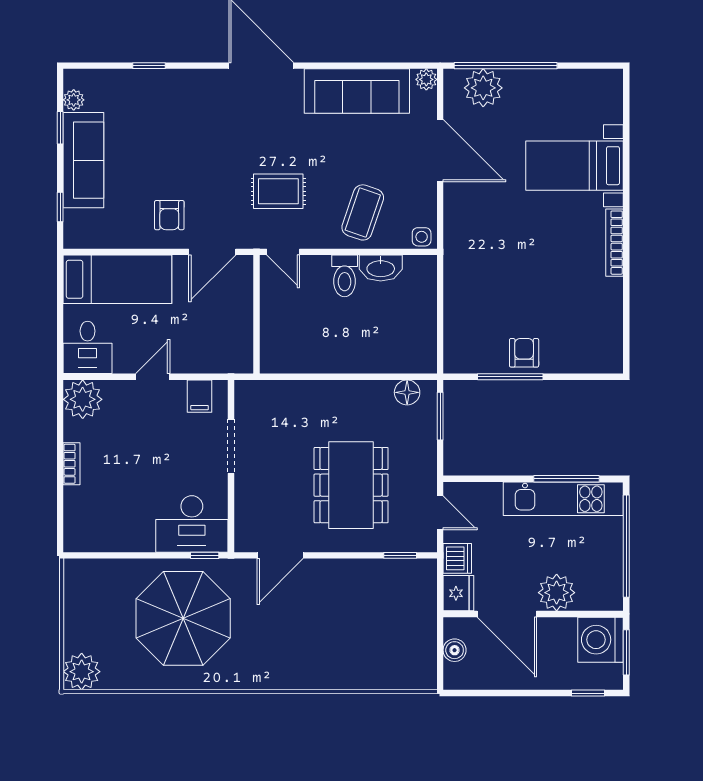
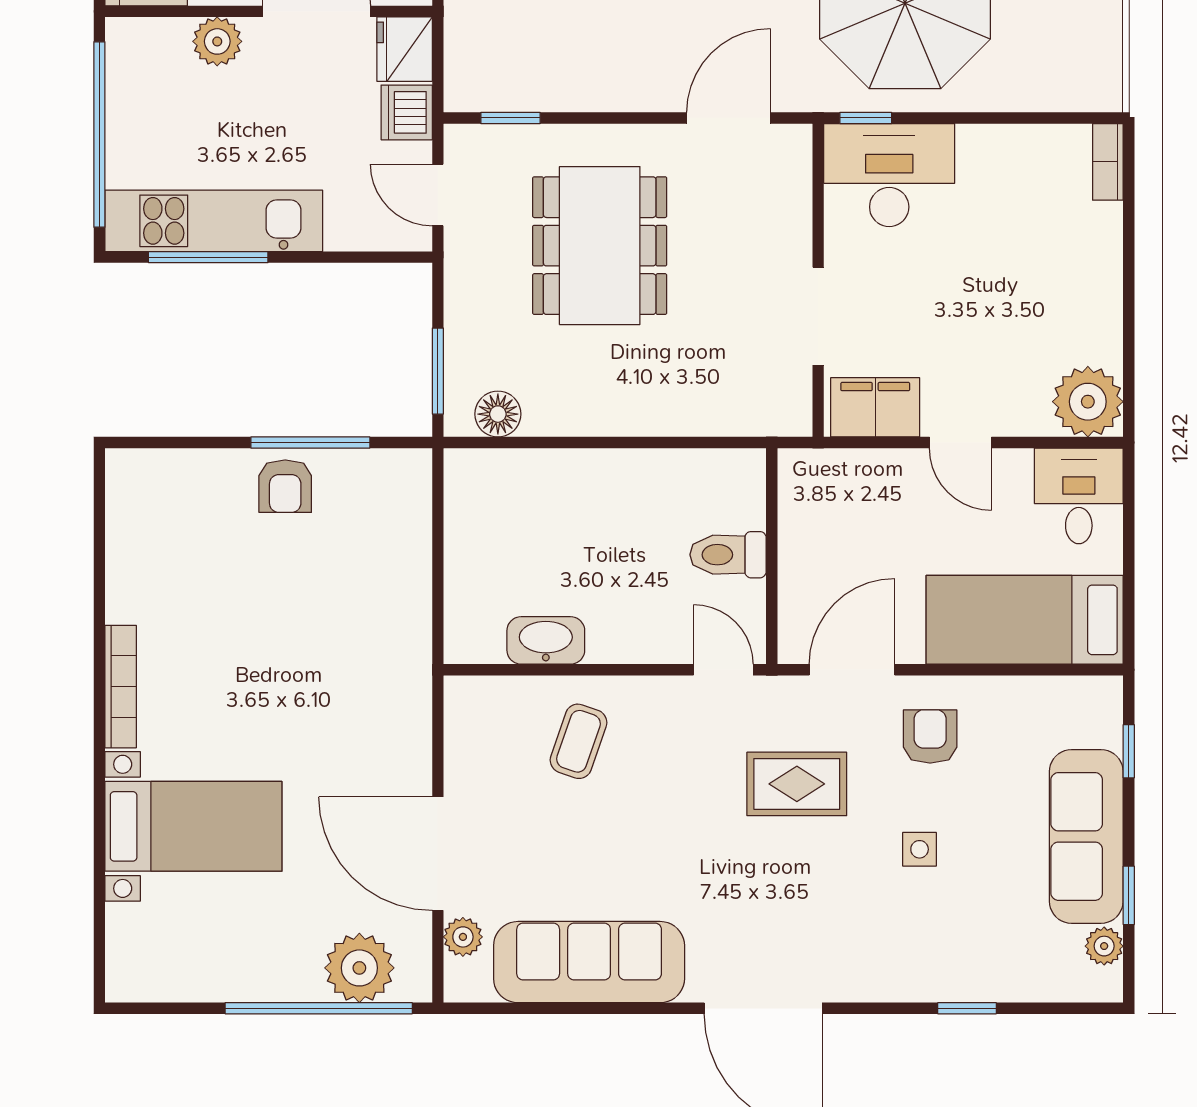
plant: (426, 79) -> (463, 937), moved
rug: (278, 191) -> (797, 784), moved
coffee table: (363, 212) -> (578, 741), width x0.73, depth x0.77
side table: (422, 237) -> (920, 849), moved
toilet: (345, 276) -> (728, 555), moved, turned -90
door: (153, 377) -> (960, 443), hinge flipped
filing cabinet: (200, 396) -> (875, 407), width x2.00
bookcase: (72, 464) -> (1108, 162), moved
plant: (557, 593) -> (217, 41), width x0.73, depth x0.73

